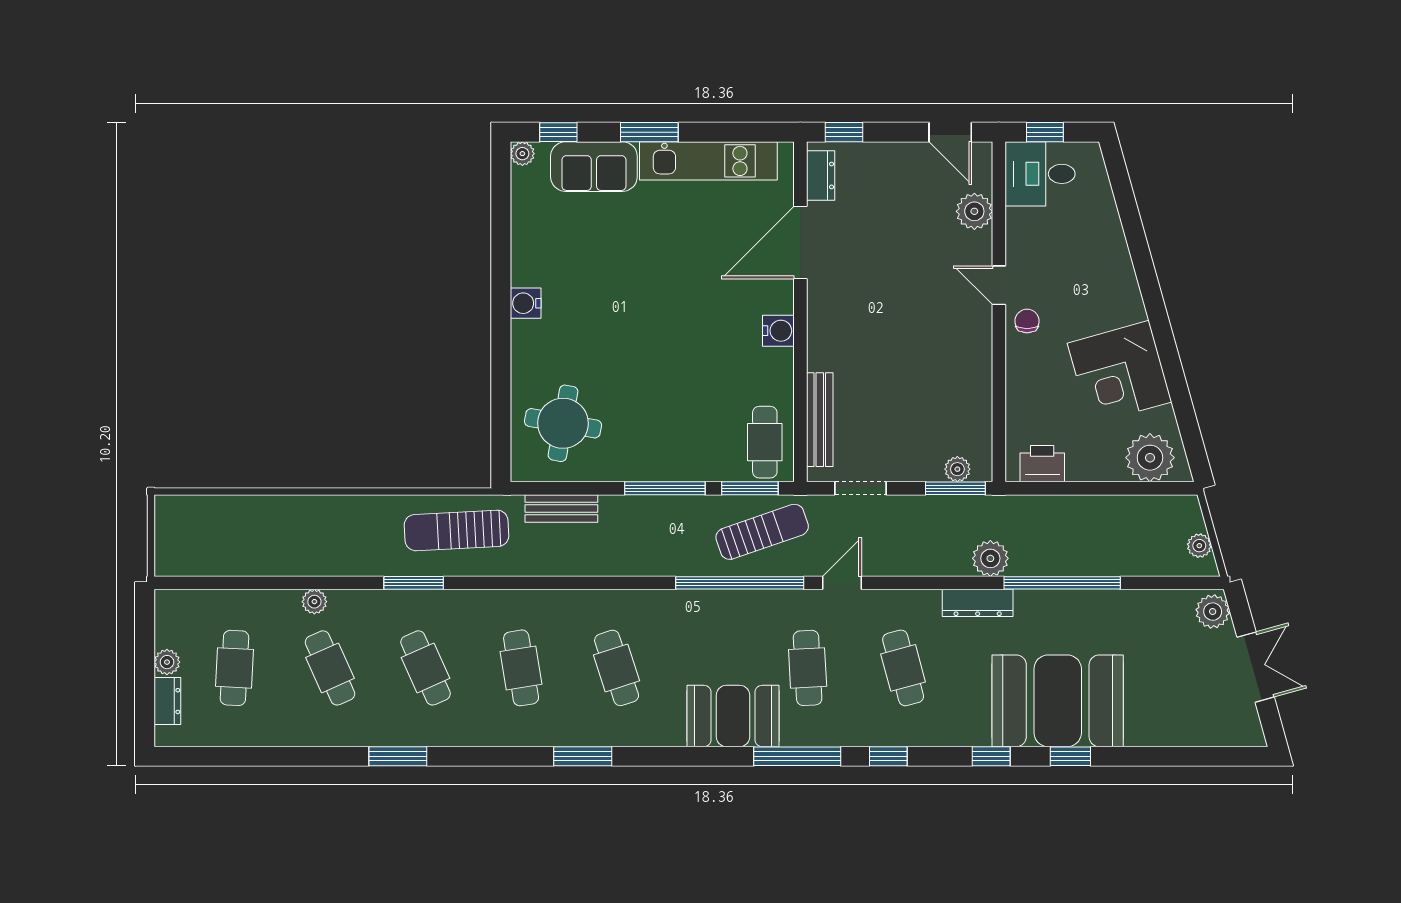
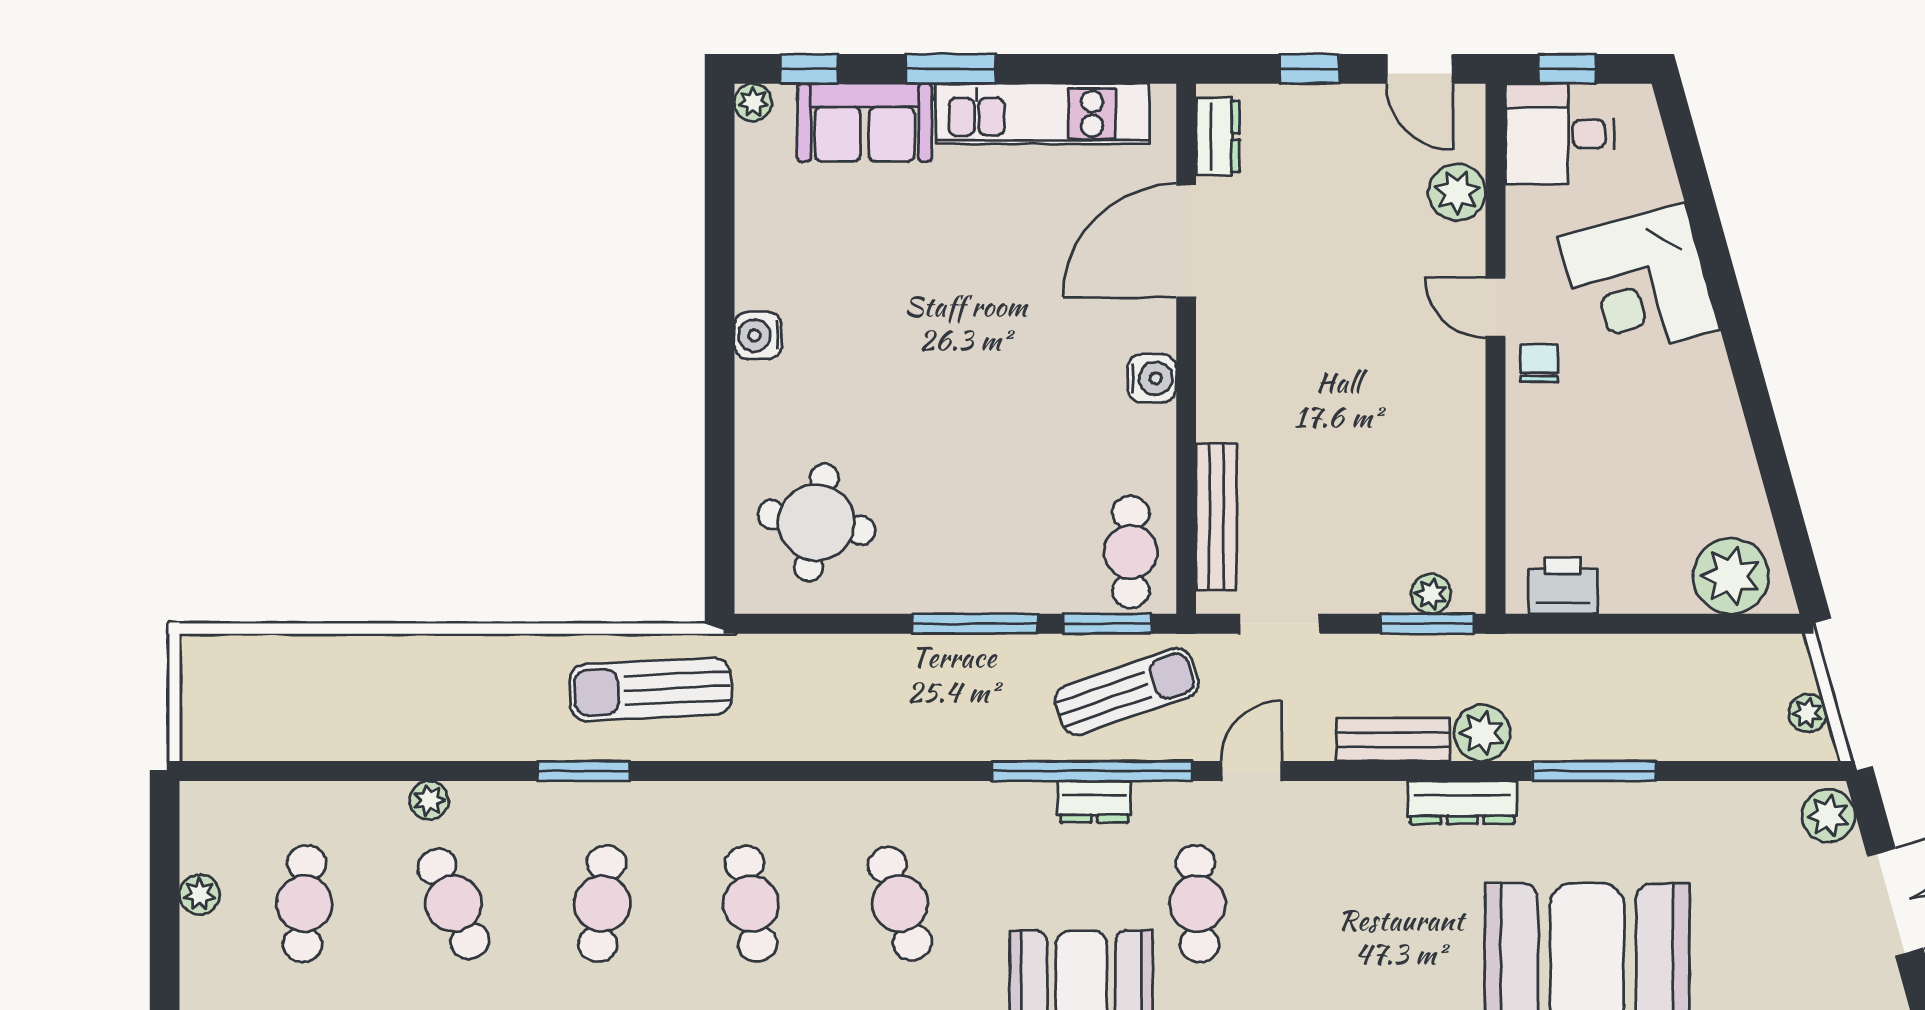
window: (844, 132) -> (1310, 69), moved
corner desk: (1119, 373) -> (1639, 283), moved
bench: (561, 508) -> (1393, 740), moved
window: (1062, 583) -> (1594, 771), width x0.68
cafe table: (426, 668) -> (602, 904), turned 30
cafe table: (903, 668) -> (1346, 904), removed
dresser: (167, 701) -> (1094, 802), moved, turned 90

